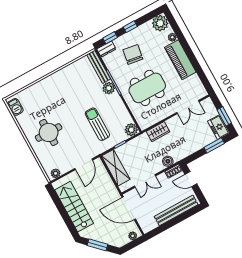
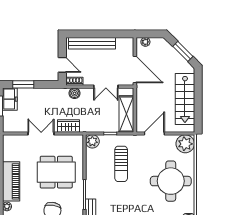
plant: (109, 88) -> (92, 192), removed
double door: (188, 107) -> (41, 133), moved
round table: (49, 132) -> (171, 181), width x1.36, depth x1.36
plant: (56, 173) -> (185, 144), width x1.88, depth x1.88
double door: (145, 181) -> (106, 87), swing flipped

